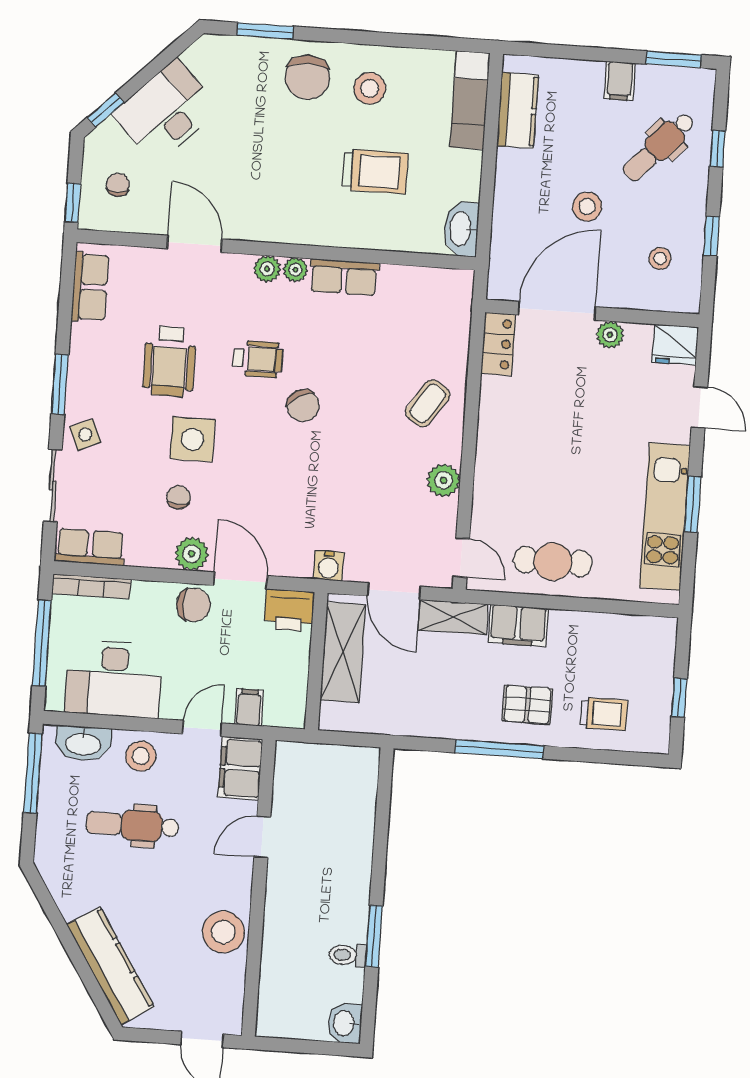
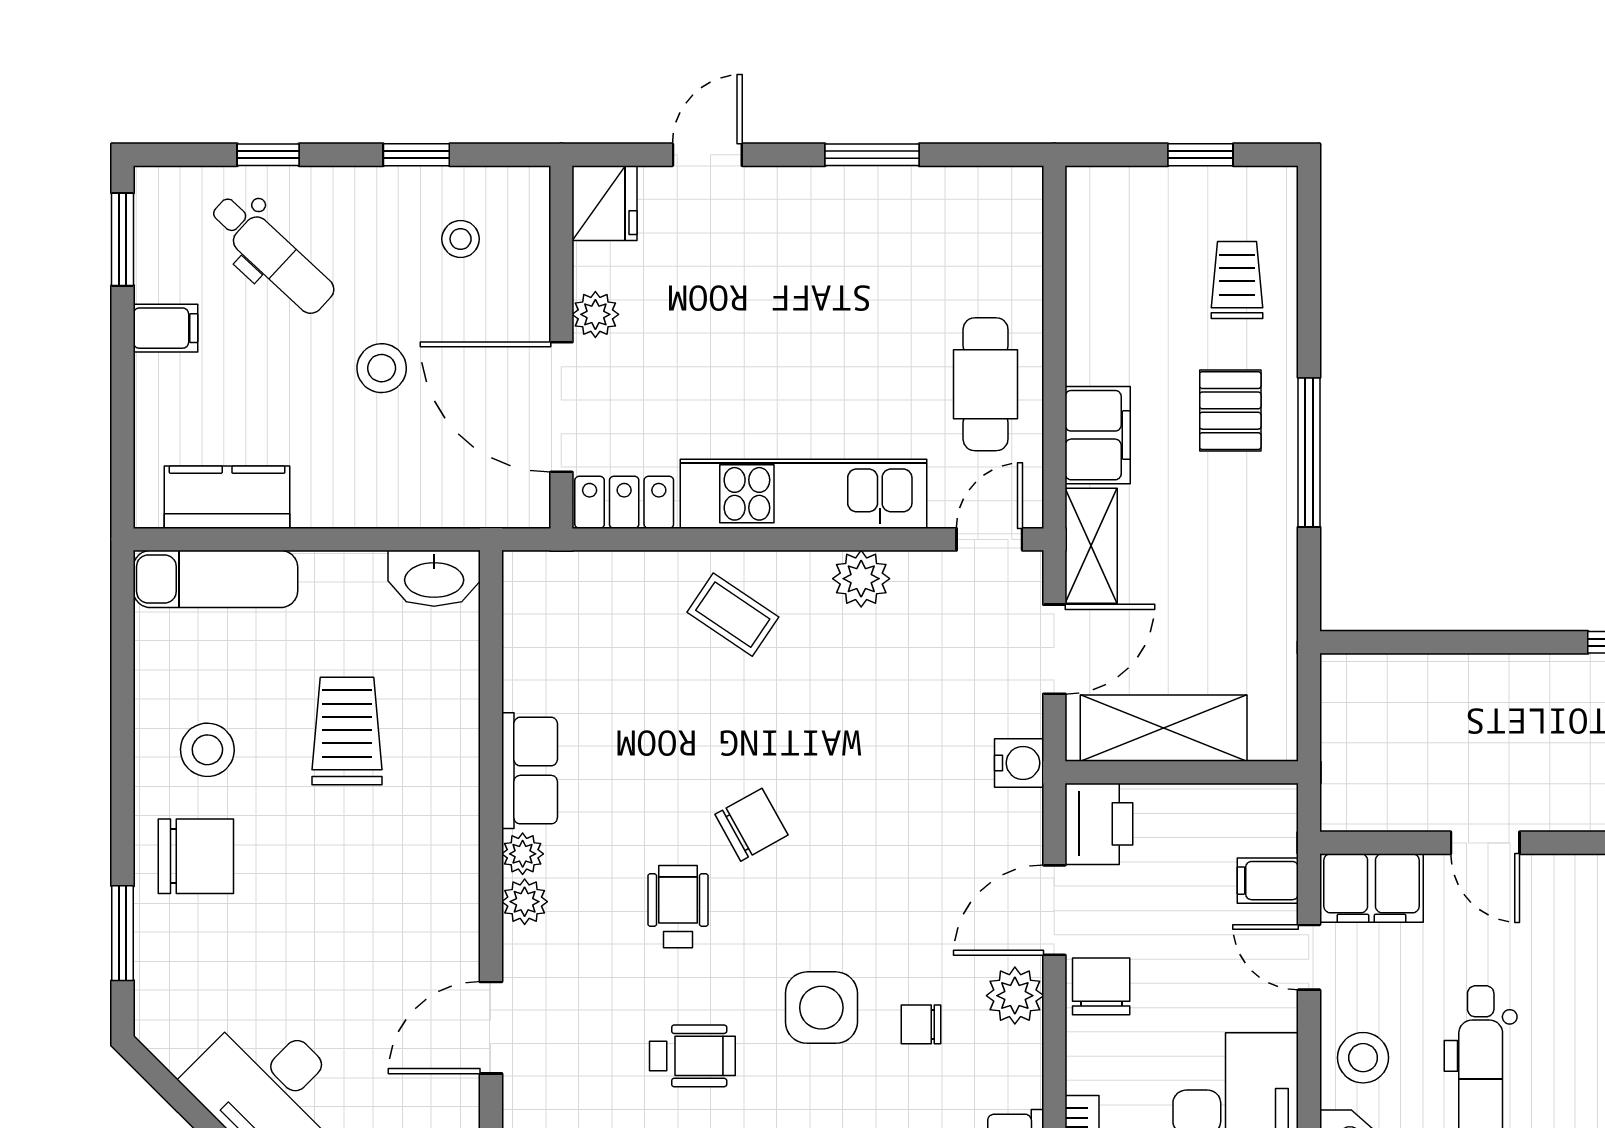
wheelchair: (169, 361) -> (692, 1056), width x0.73, depth x0.73
kitchen unit: (665, 516) -> (804, 494), moved, turned 180

